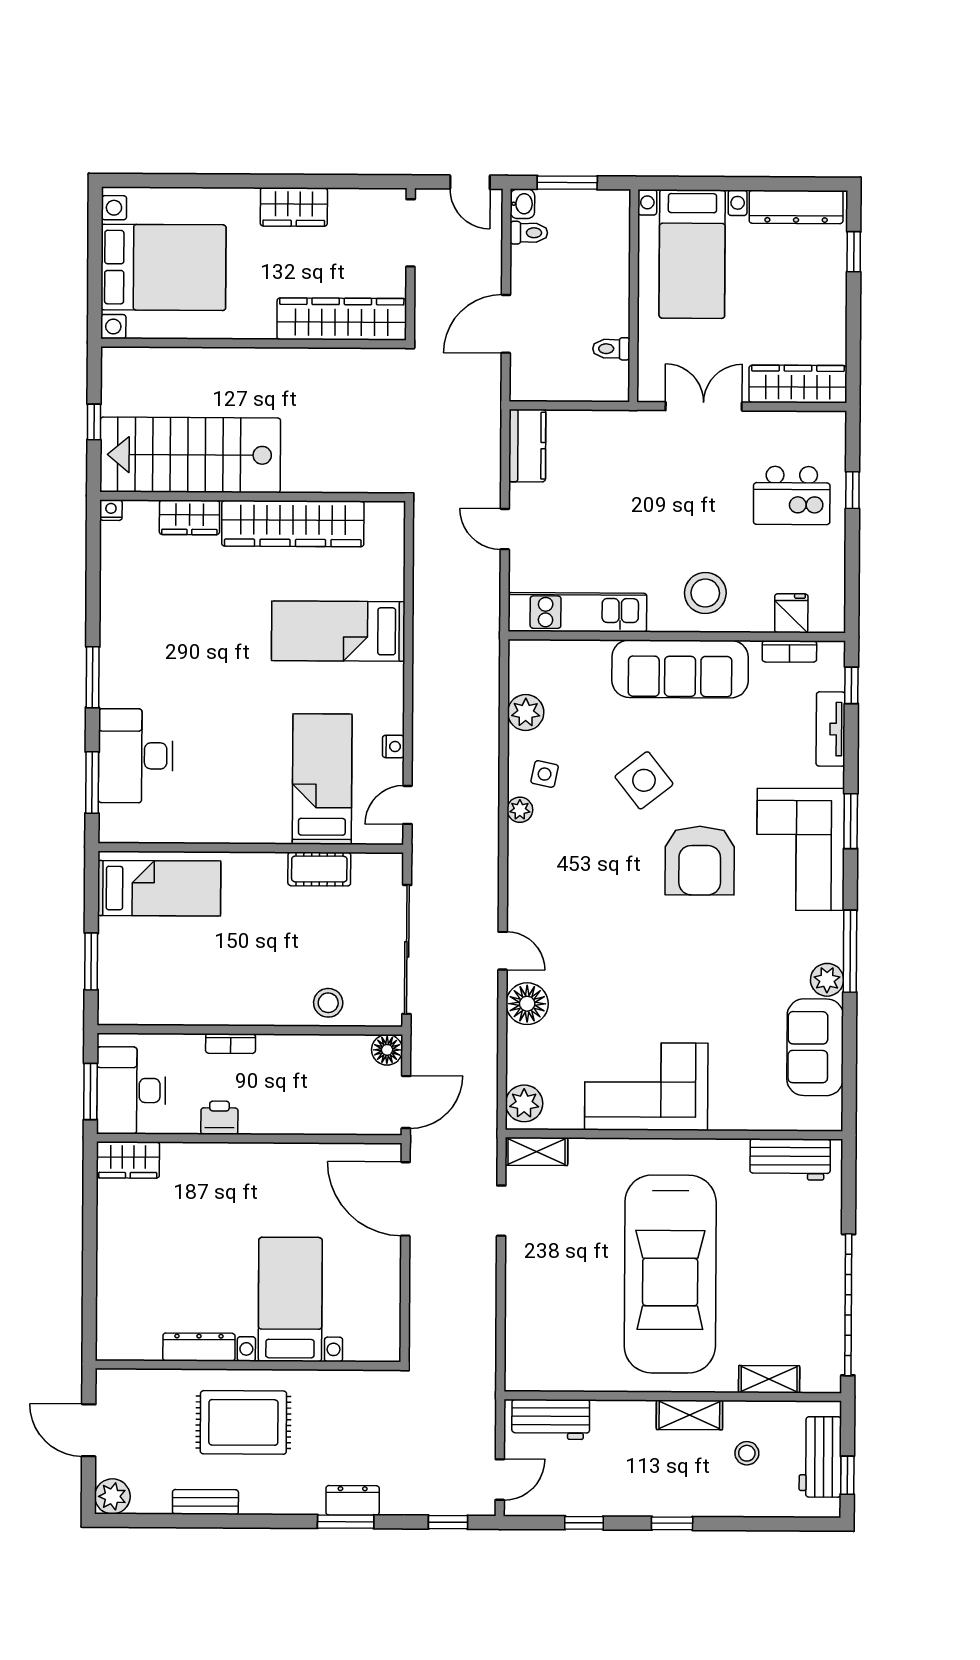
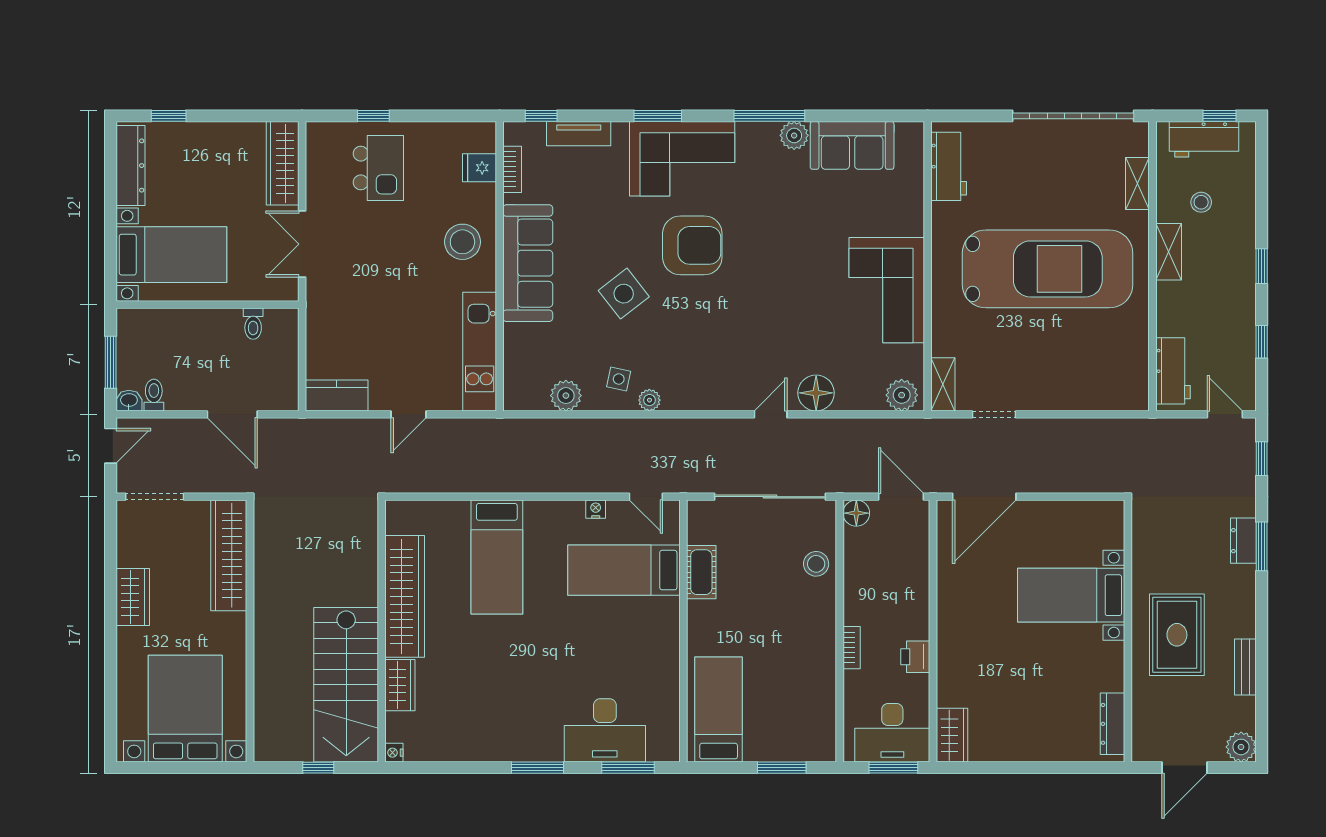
dresser: (199, 1347) -> (1112, 724), moved

